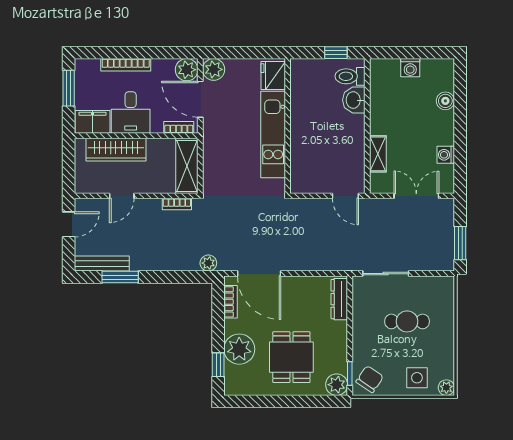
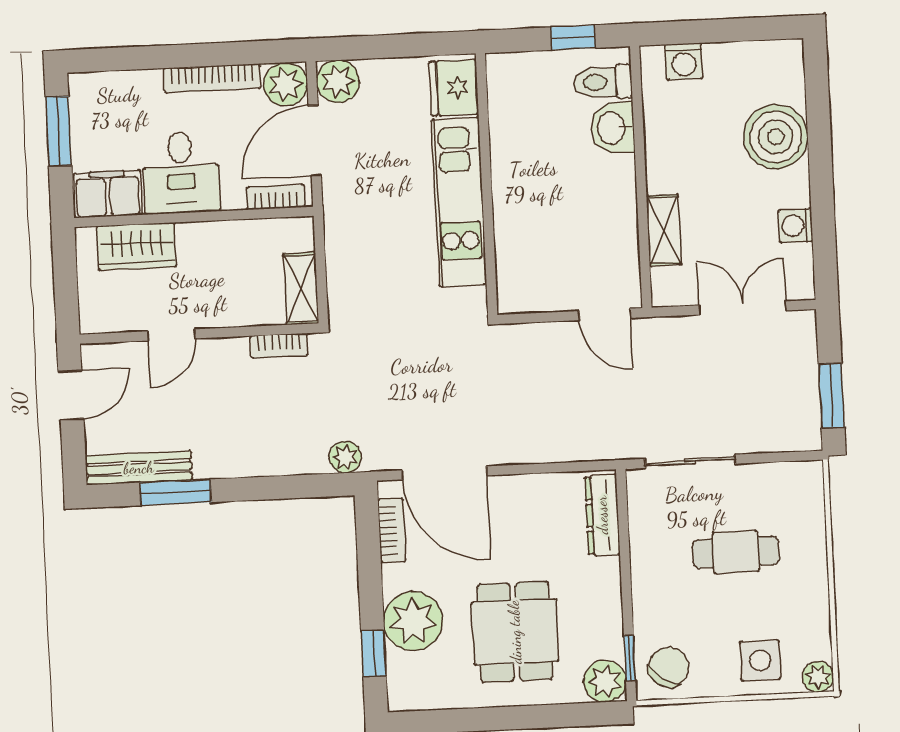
bookcase: (126, 65) -> (212, 78), moved
washing machine: (410, 68) -> (684, 62), moved
door: (200, 99) -> (315, 140), hinge flipped
boiler: (445, 101) -> (776, 137), width x1.86, depth x1.86
wardrobe: (116, 150) -> (136, 247), width x0.67
shelving: (187, 166) -> (301, 288), width x0.67, depth x0.75

